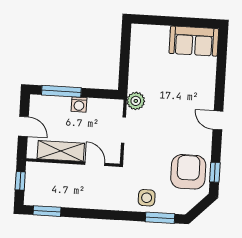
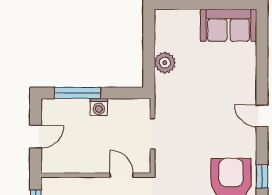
plant: (136, 101) -> (165, 63), moved
door: (23, 126) -> (36, 137), hinge flipped
shelving: (61, 151) -> (81, 163), removed

